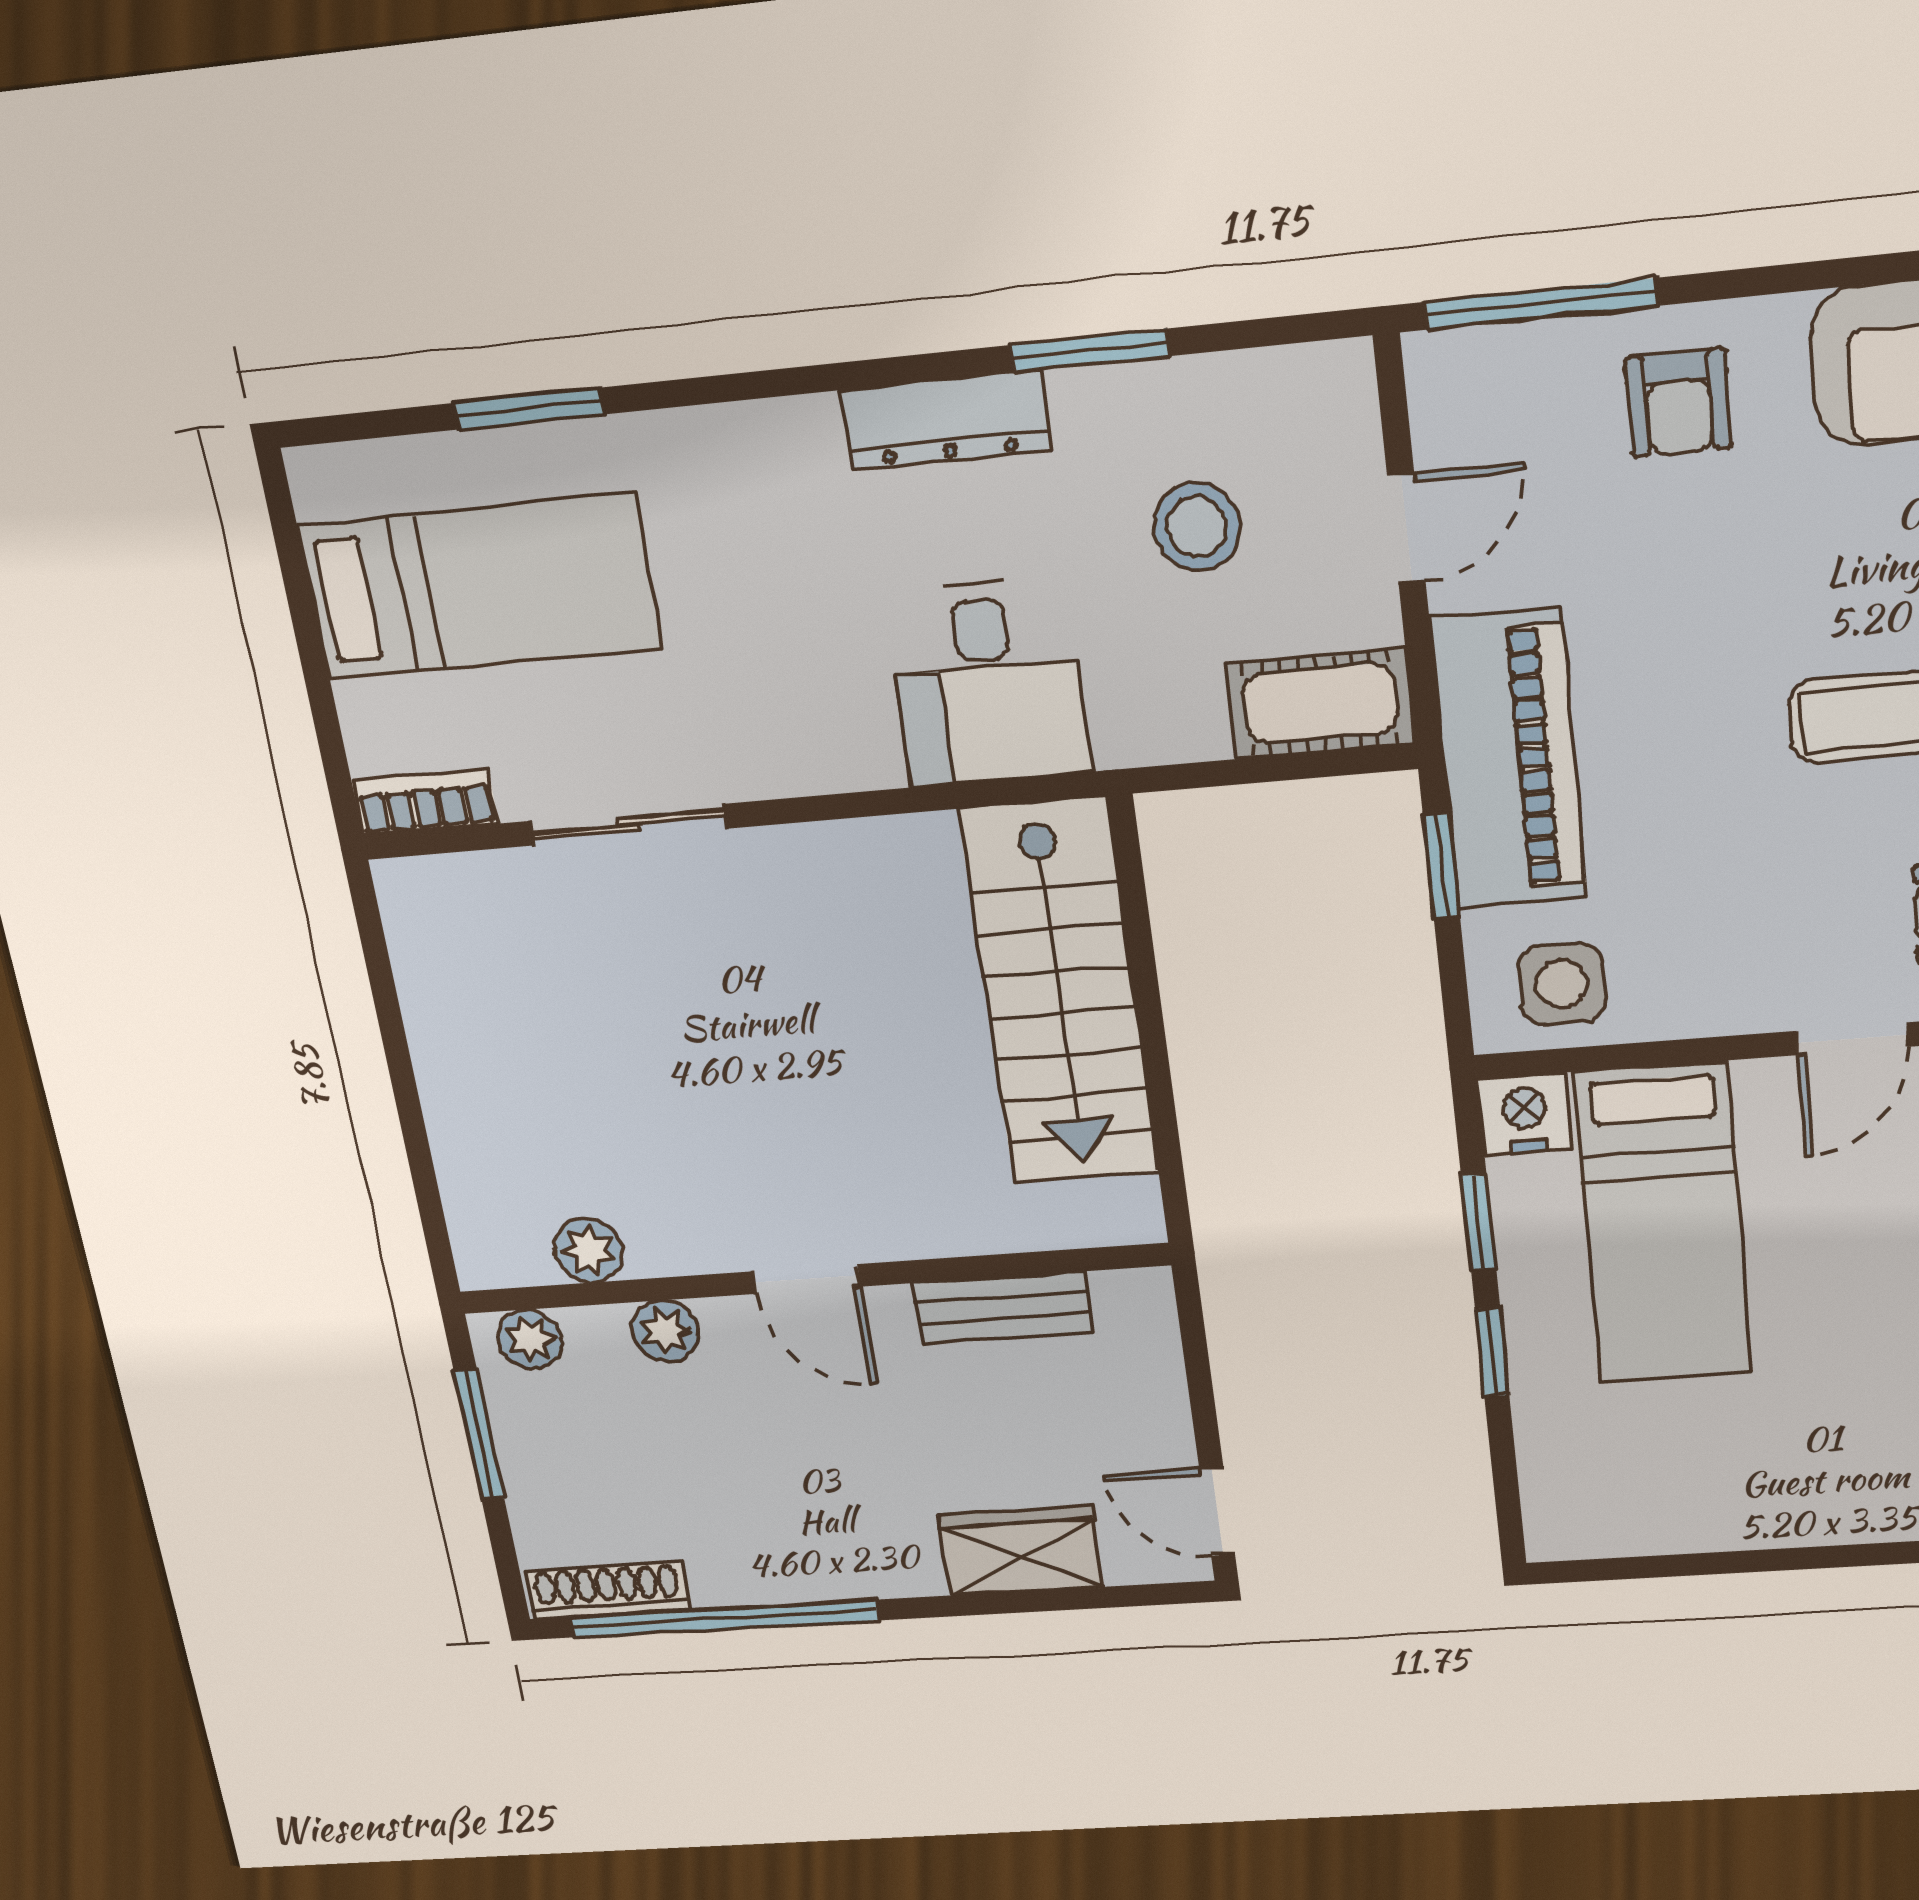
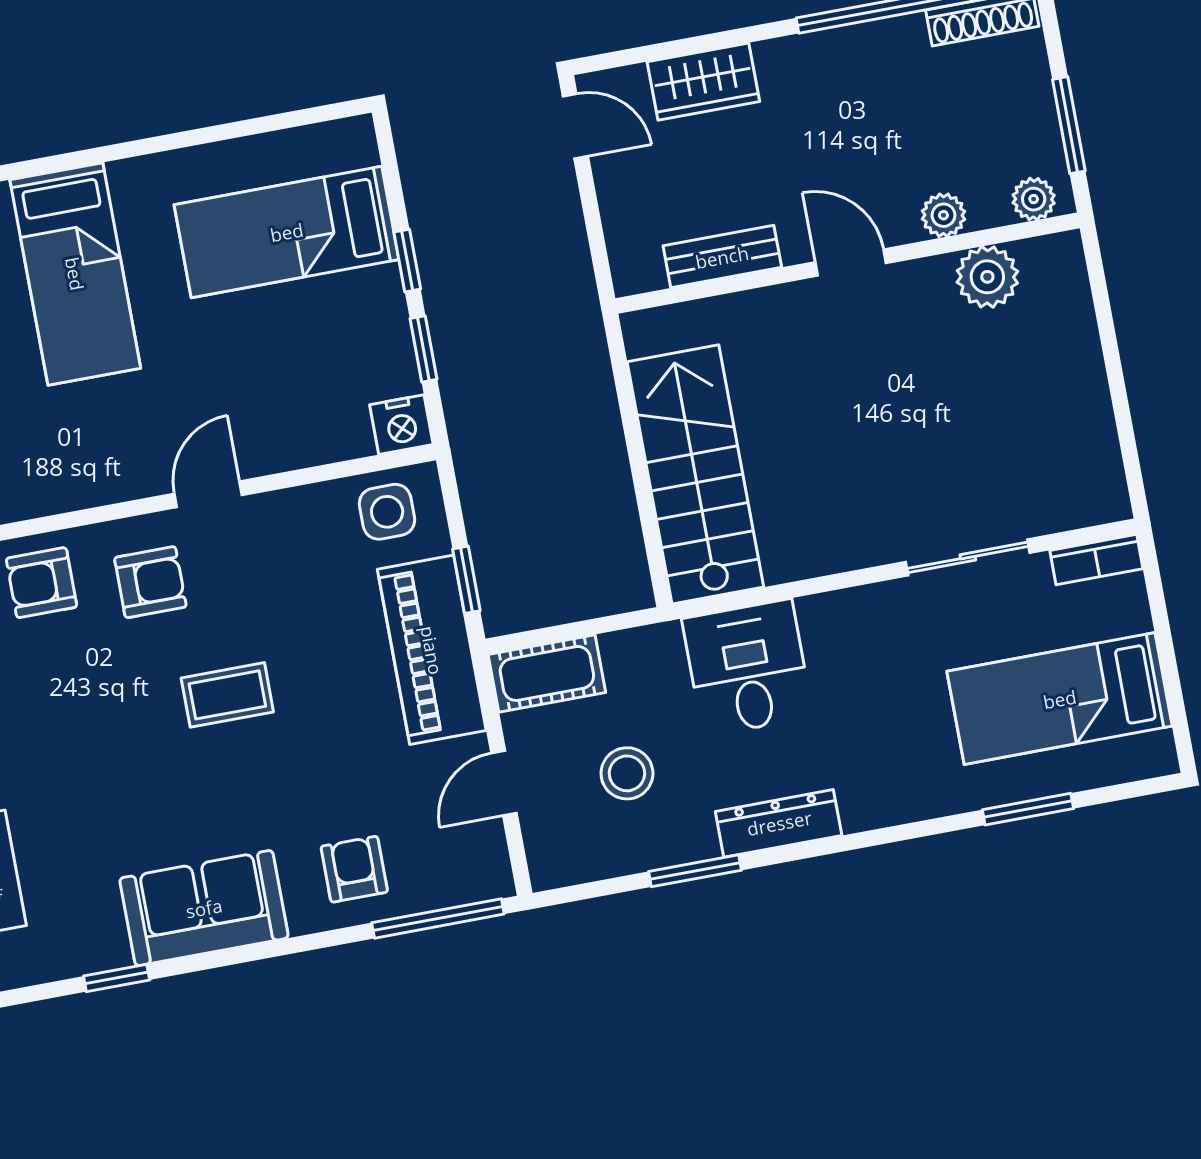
bed: (1663, 1224) -> (287, 232), moved, turned -90
plant: (589, 1250) -> (987, 277), width x1.38, depth x1.38

